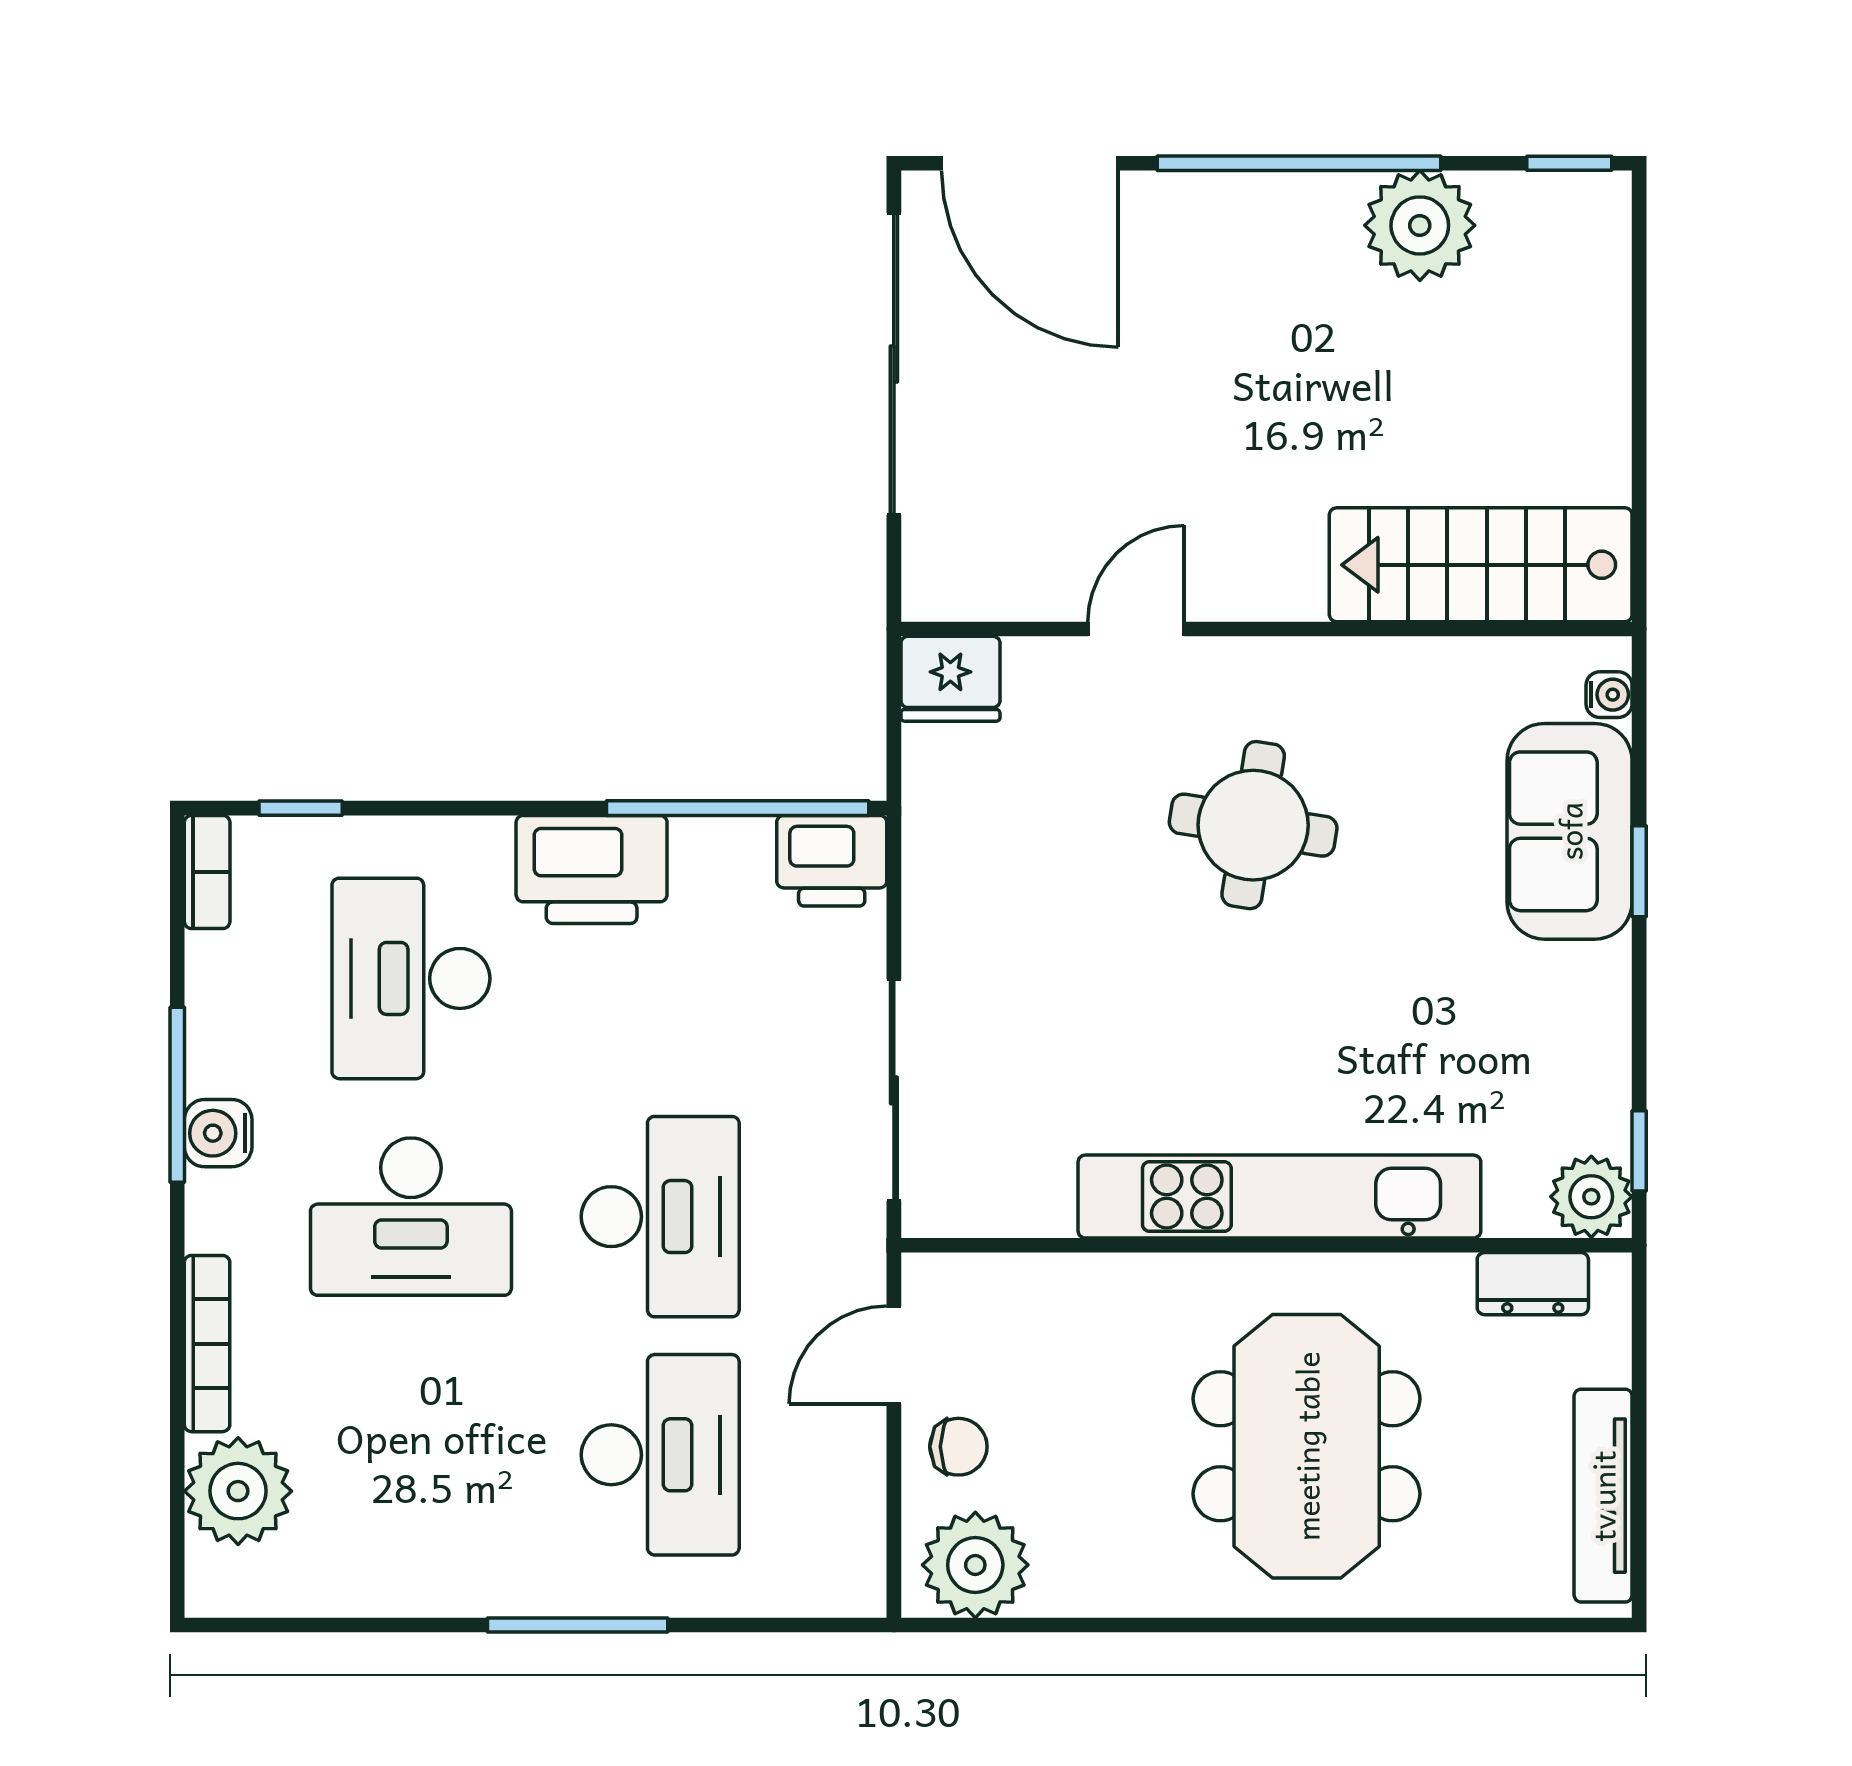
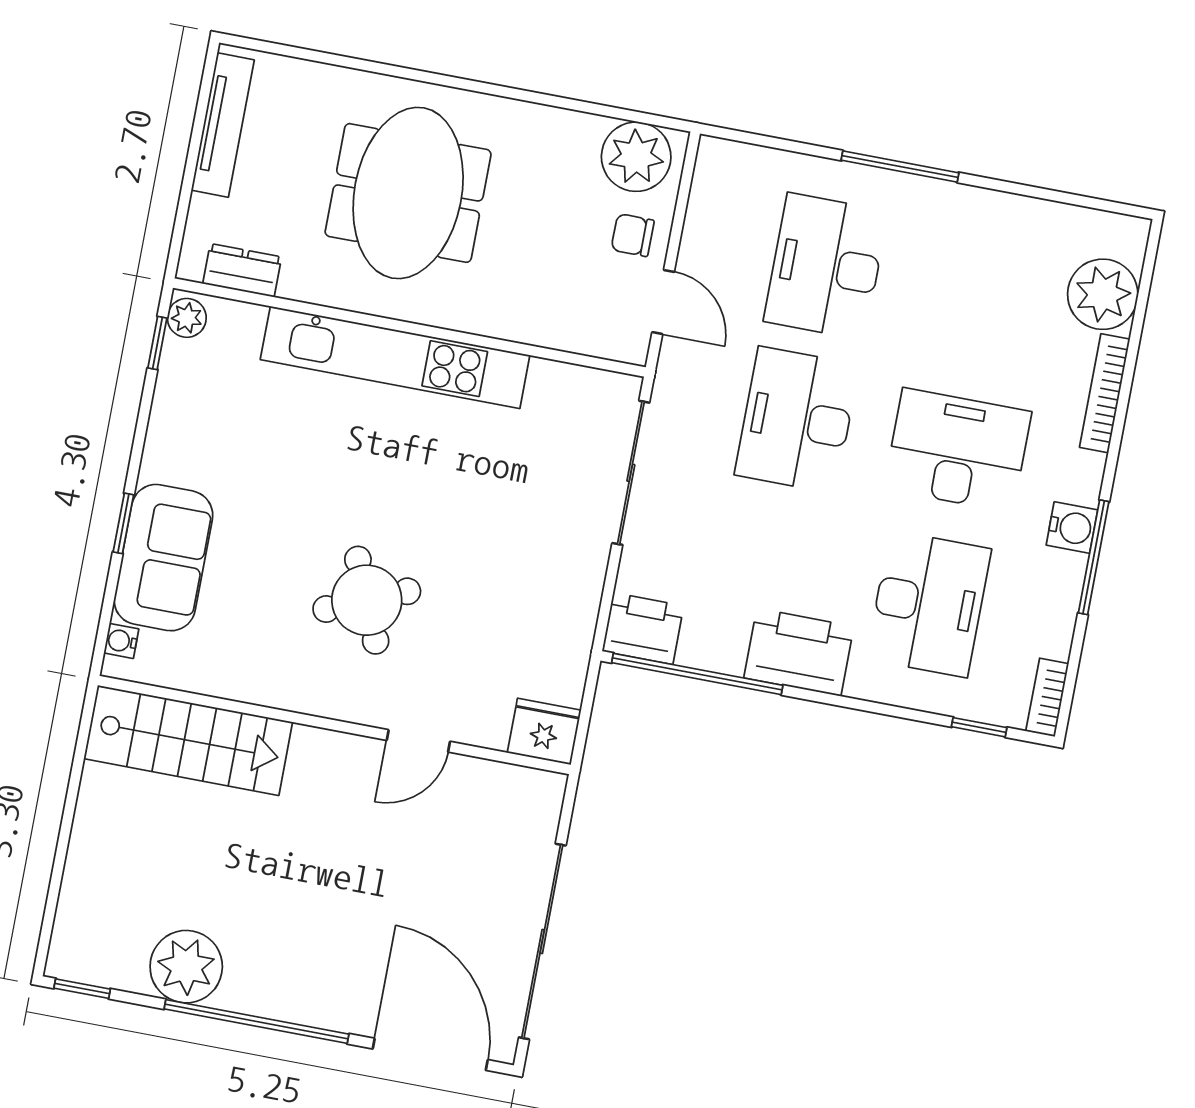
round table: (1253, 825) -> (367, 600), turned -32
plant: (1591, 1197) -> (187, 318), width x0.73, depth x0.73
door: (894, 1355) -> (663, 302), hinge flipped

